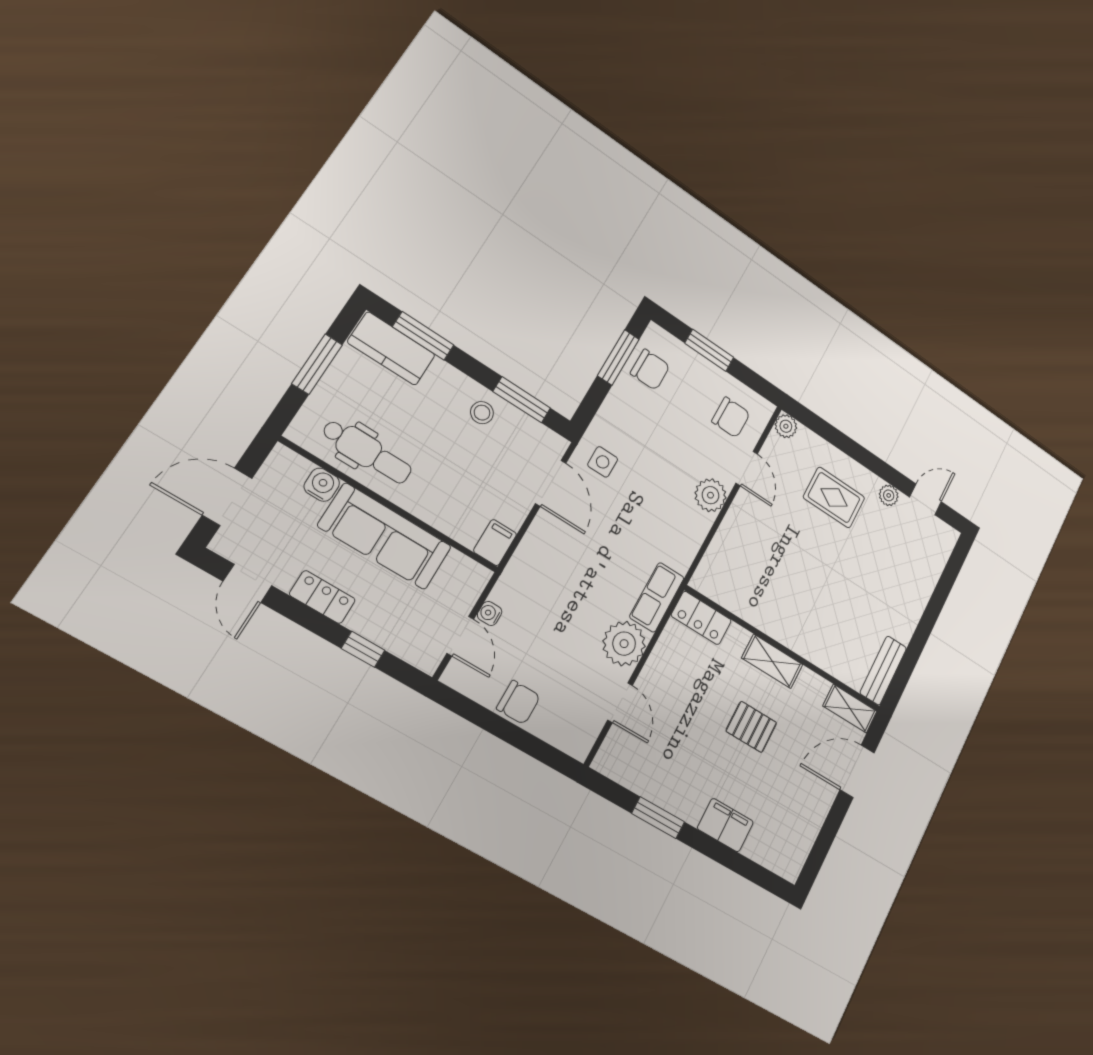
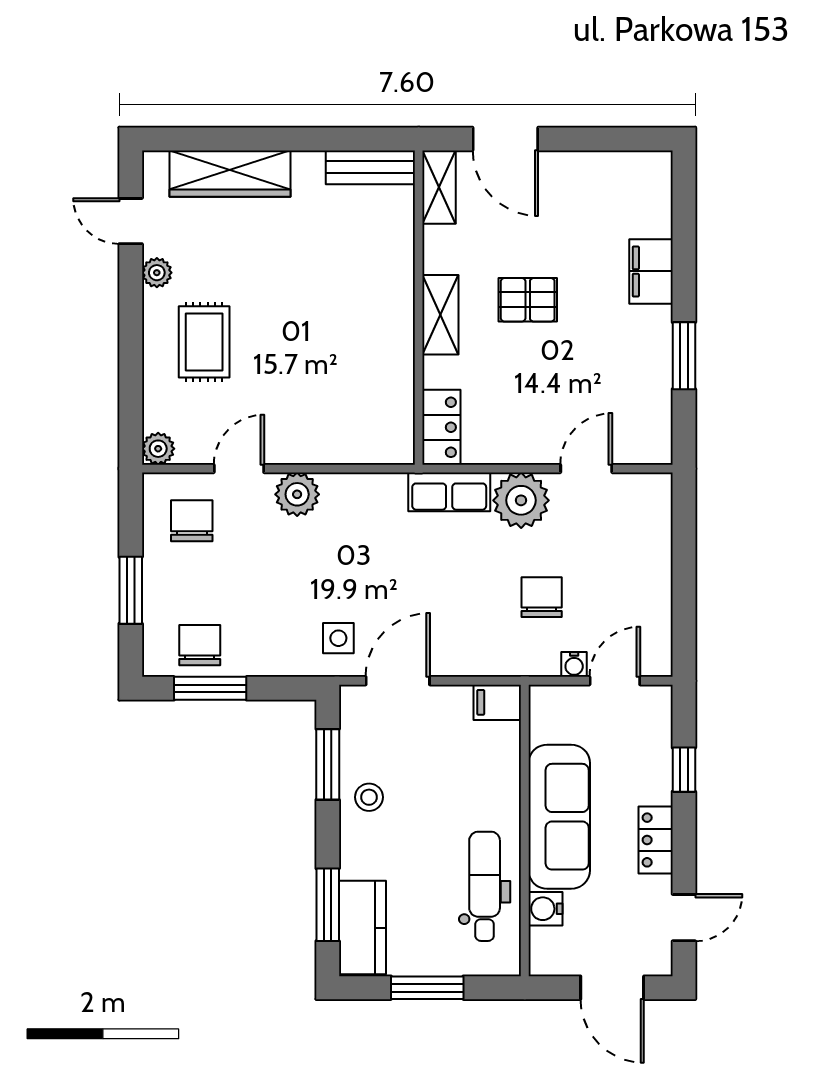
wardrobe: (922, 578) -> (230, 174), added
chair: (518, 702) -> (542, 597), moved
pallet: (751, 727) -> (528, 300), turned 90

